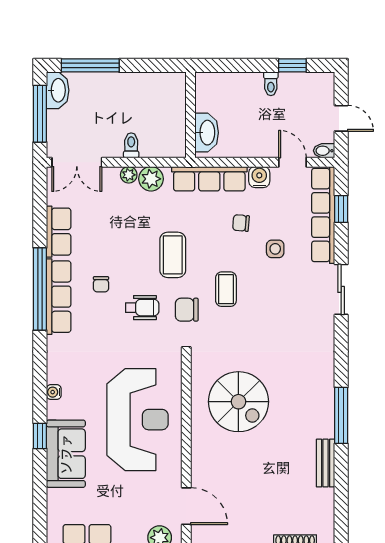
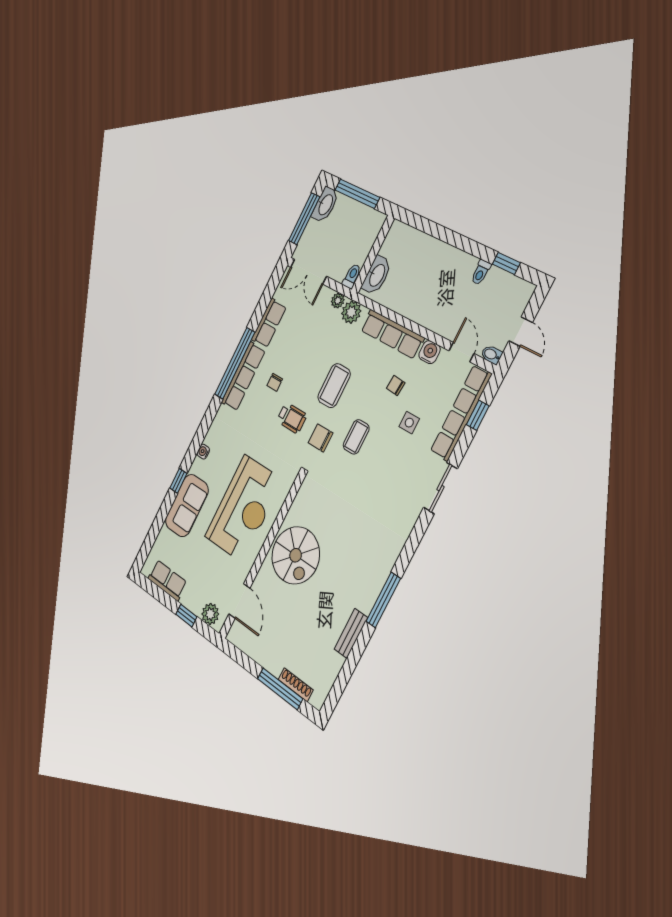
wall: (191, 115) -> (373, 254), moved
washbasin: (207, 133) -> (377, 275), moved
spiral stairs: (238, 402) -> (296, 555), moved

